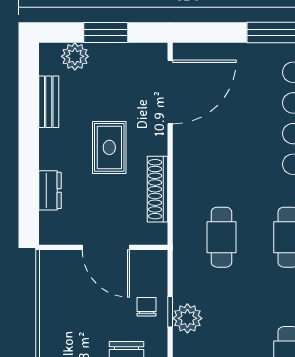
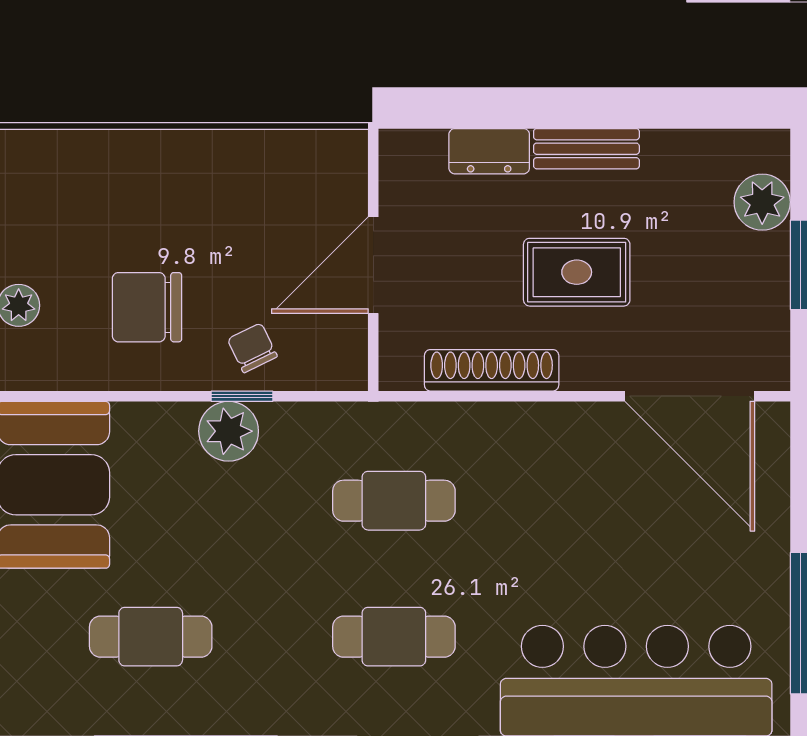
bench: (49, 102) -> (586, 149), moved
chair: (147, 307) -> (252, 348), turned -116

